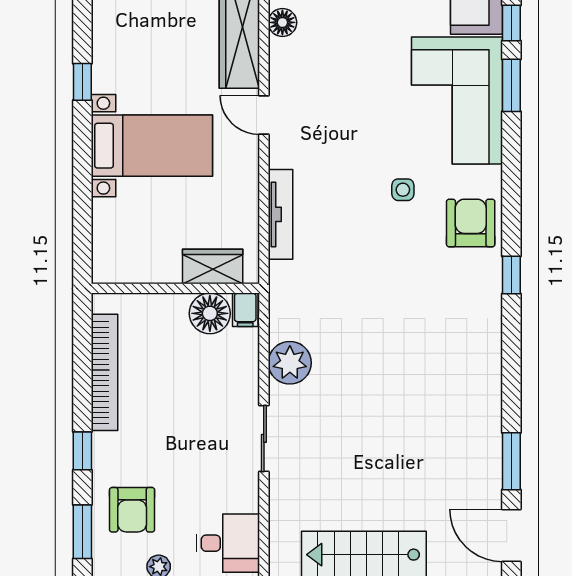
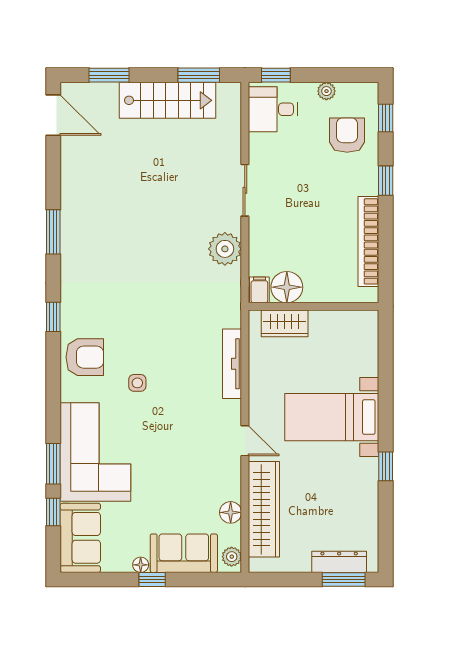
armchair: (471, 223) -> (85, 357), turned -90
window: (511, 461) -> (53, 232), moved
window: (82, 532) -> (386, 118), width x0.67

